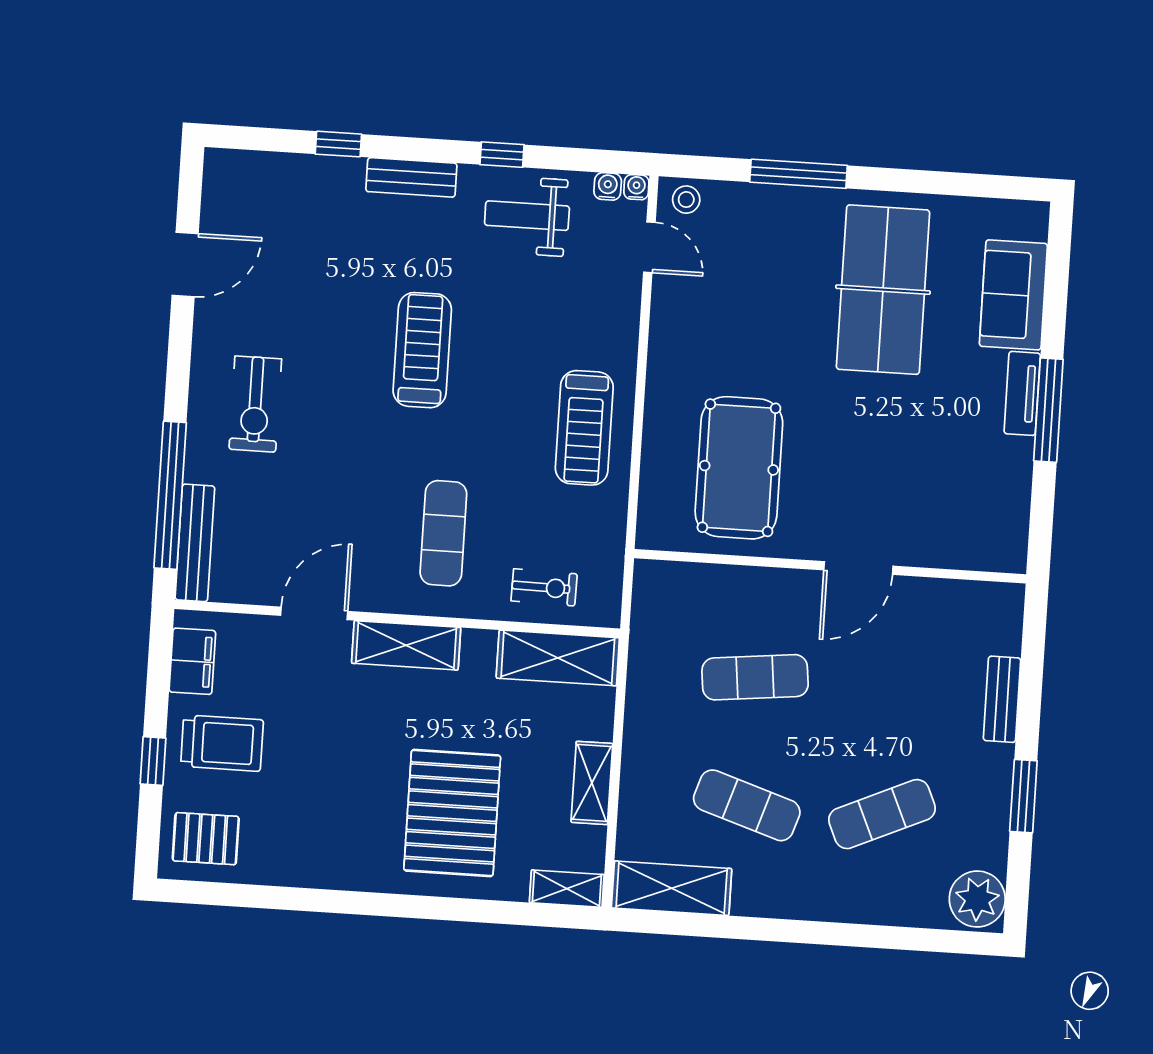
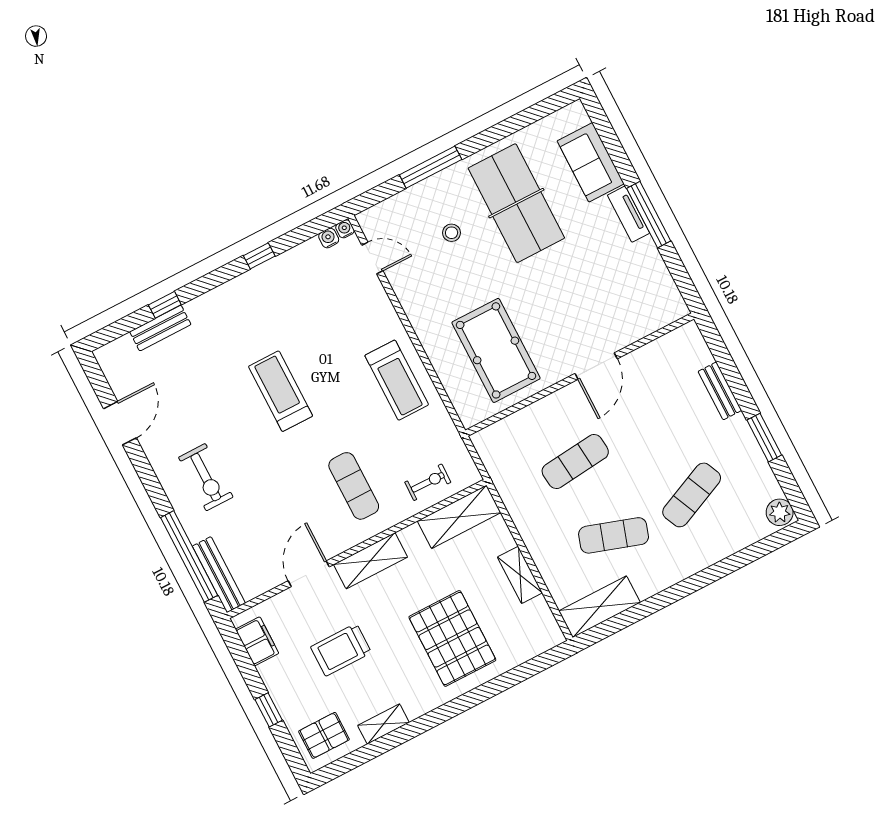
bench: (411, 177) -> (160, 328), moved
stool: (686, 200) -> (452, 233), moved
weight bench: (527, 216) -> (294, 281), removed
trolley: (222, 743) -> (341, 650), moved, turned 180
shelving: (567, 889) -> (383, 724), moved
plant: (977, 899) -> (780, 512), width x0.73, depth x0.73

